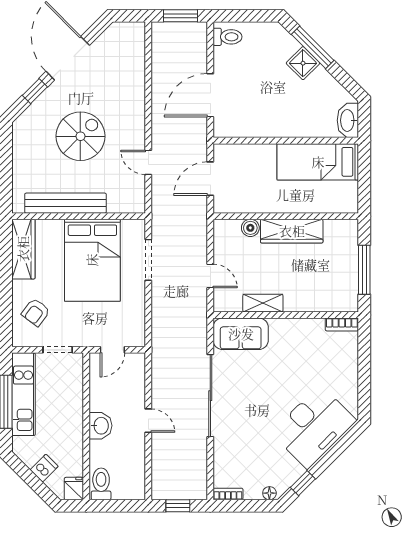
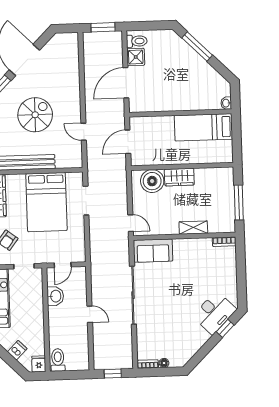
shower: (303, 63) -> (136, 57), moved, turned 45
washbasin: (348, 120) -> (226, 103), width x0.52, depth x0.69
boiler: (250, 228) -> (152, 181), width x1.86, depth x1.86
wardrobe: (292, 231) -> (179, 177), width x0.67
door: (210, 276) -> (131, 223), moved
shelving: (263, 303) -> (193, 228), moved
washbasin: (100, 426) -> (55, 296), moved
desk: (314, 427) -> (214, 313), width x0.73, depth x0.77
window: (303, 483) -> (225, 328), moved
floor lamp: (269, 493) -> (164, 363), moved

